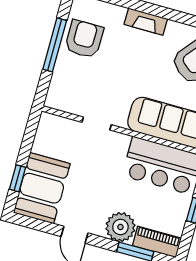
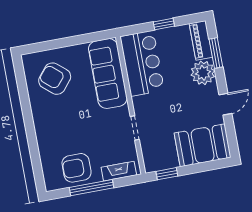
fireplace: (146, 22) -> (119, 171), moved, turned -90
window: (18, 178) -> (167, 174), moved

